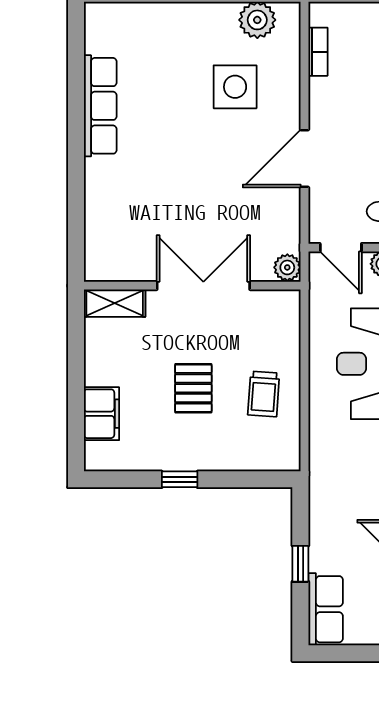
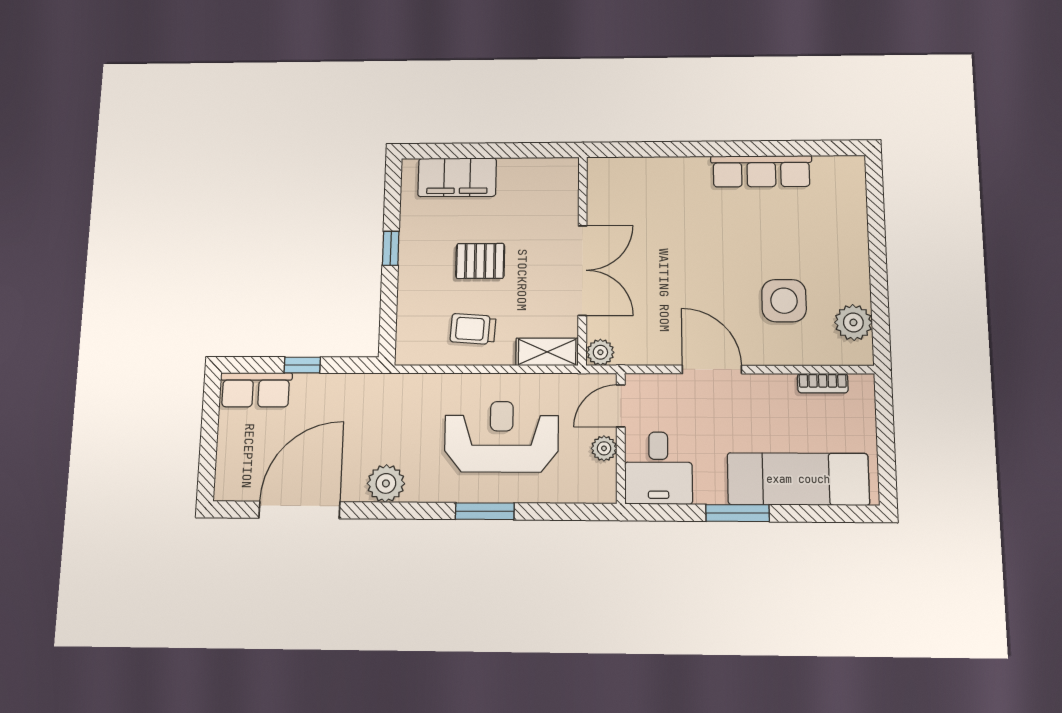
shelving: (115, 303) -> (547, 352), moved, turned 90
filing cabinet: (102, 414) -> (457, 177), width x1.50, depth x1.17

